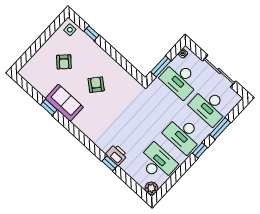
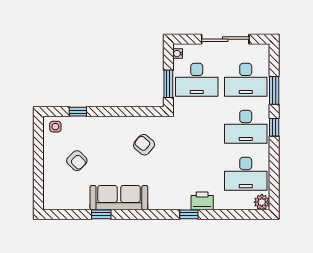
armchair: (96, 85) -> (144, 145), moved
sofa: (64, 103) -> (119, 198), width x1.36
window: (110, 163) -> (189, 214), moved
desk: (157, 163) -> (246, 174), turned 180

